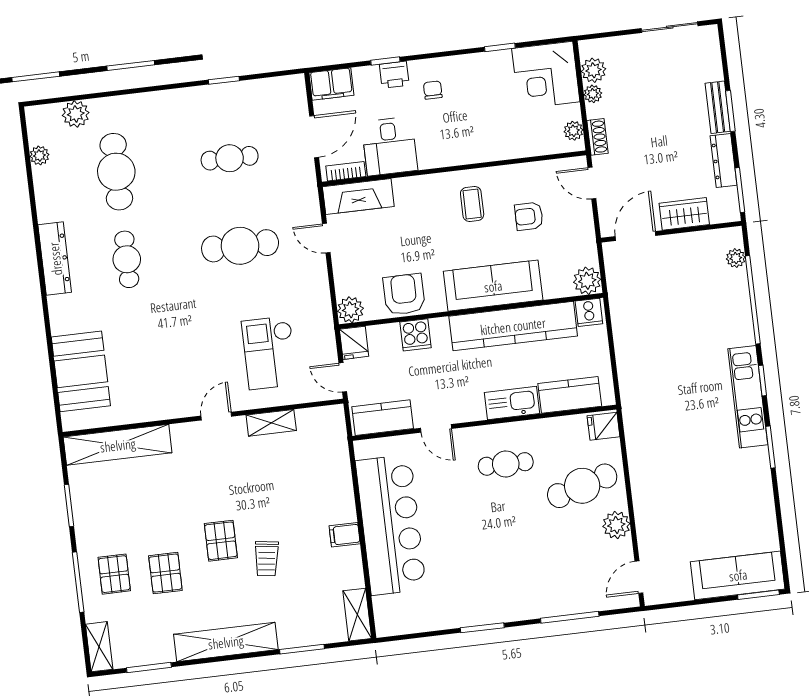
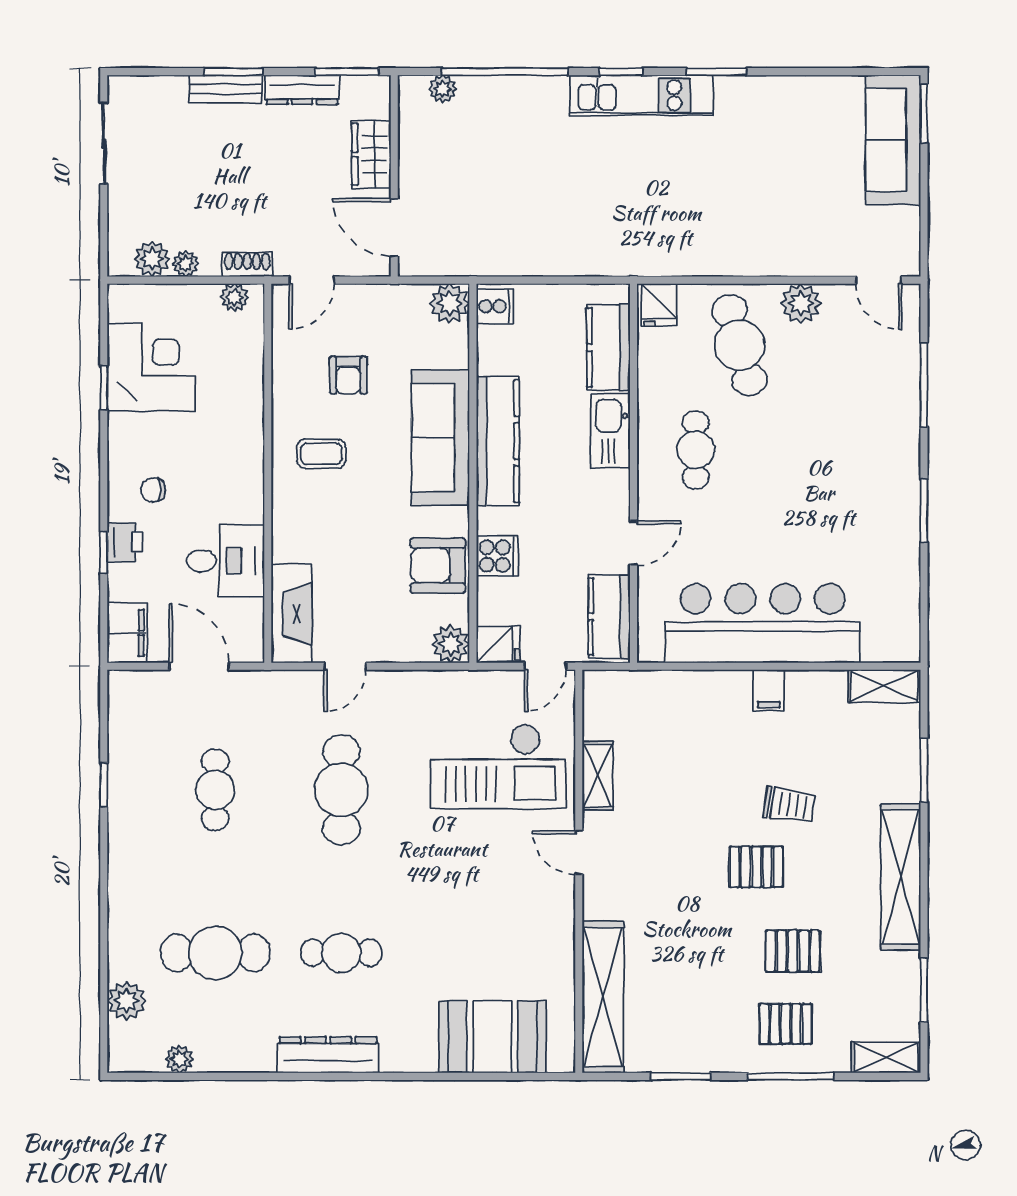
corner desk: (546, 75) -> (151, 367), moved, turned -90
bookcase: (346, 171) -> (253, 627), removed
kitchen counter: (513, 326) -> (498, 441), width x0.72, depth x0.86
checkout: (269, 353) -> (498, 766), width x1.36, depth x1.21

